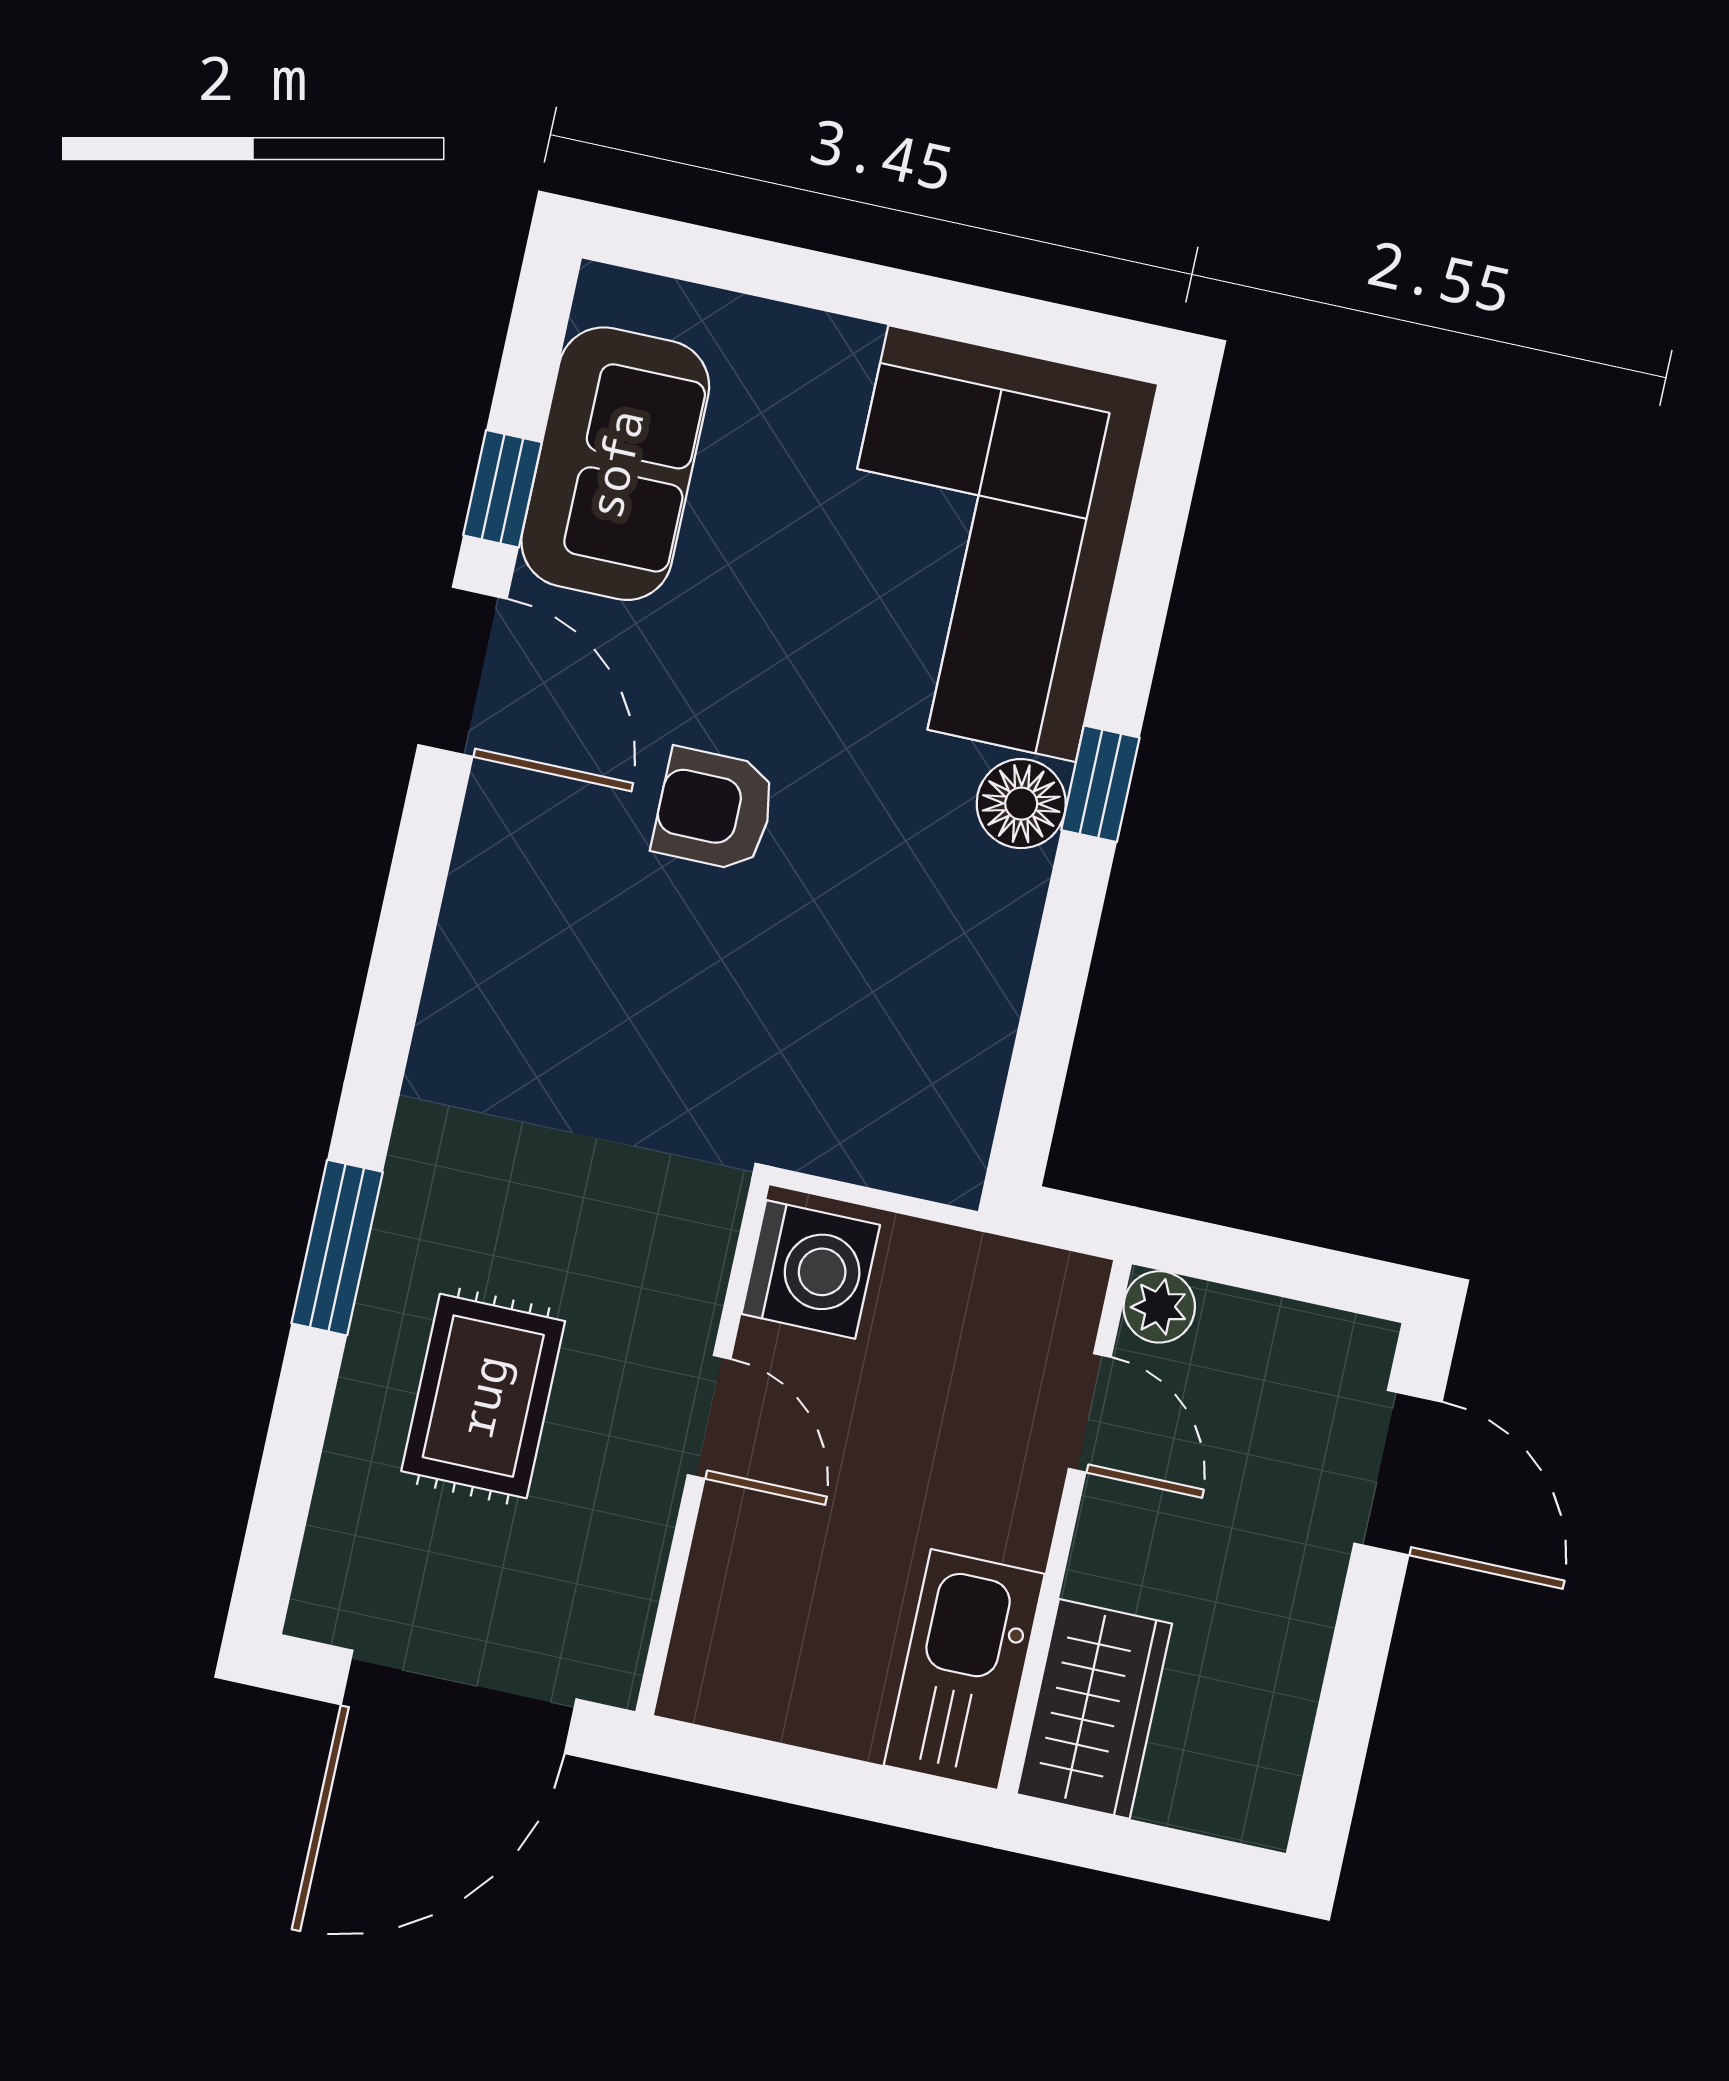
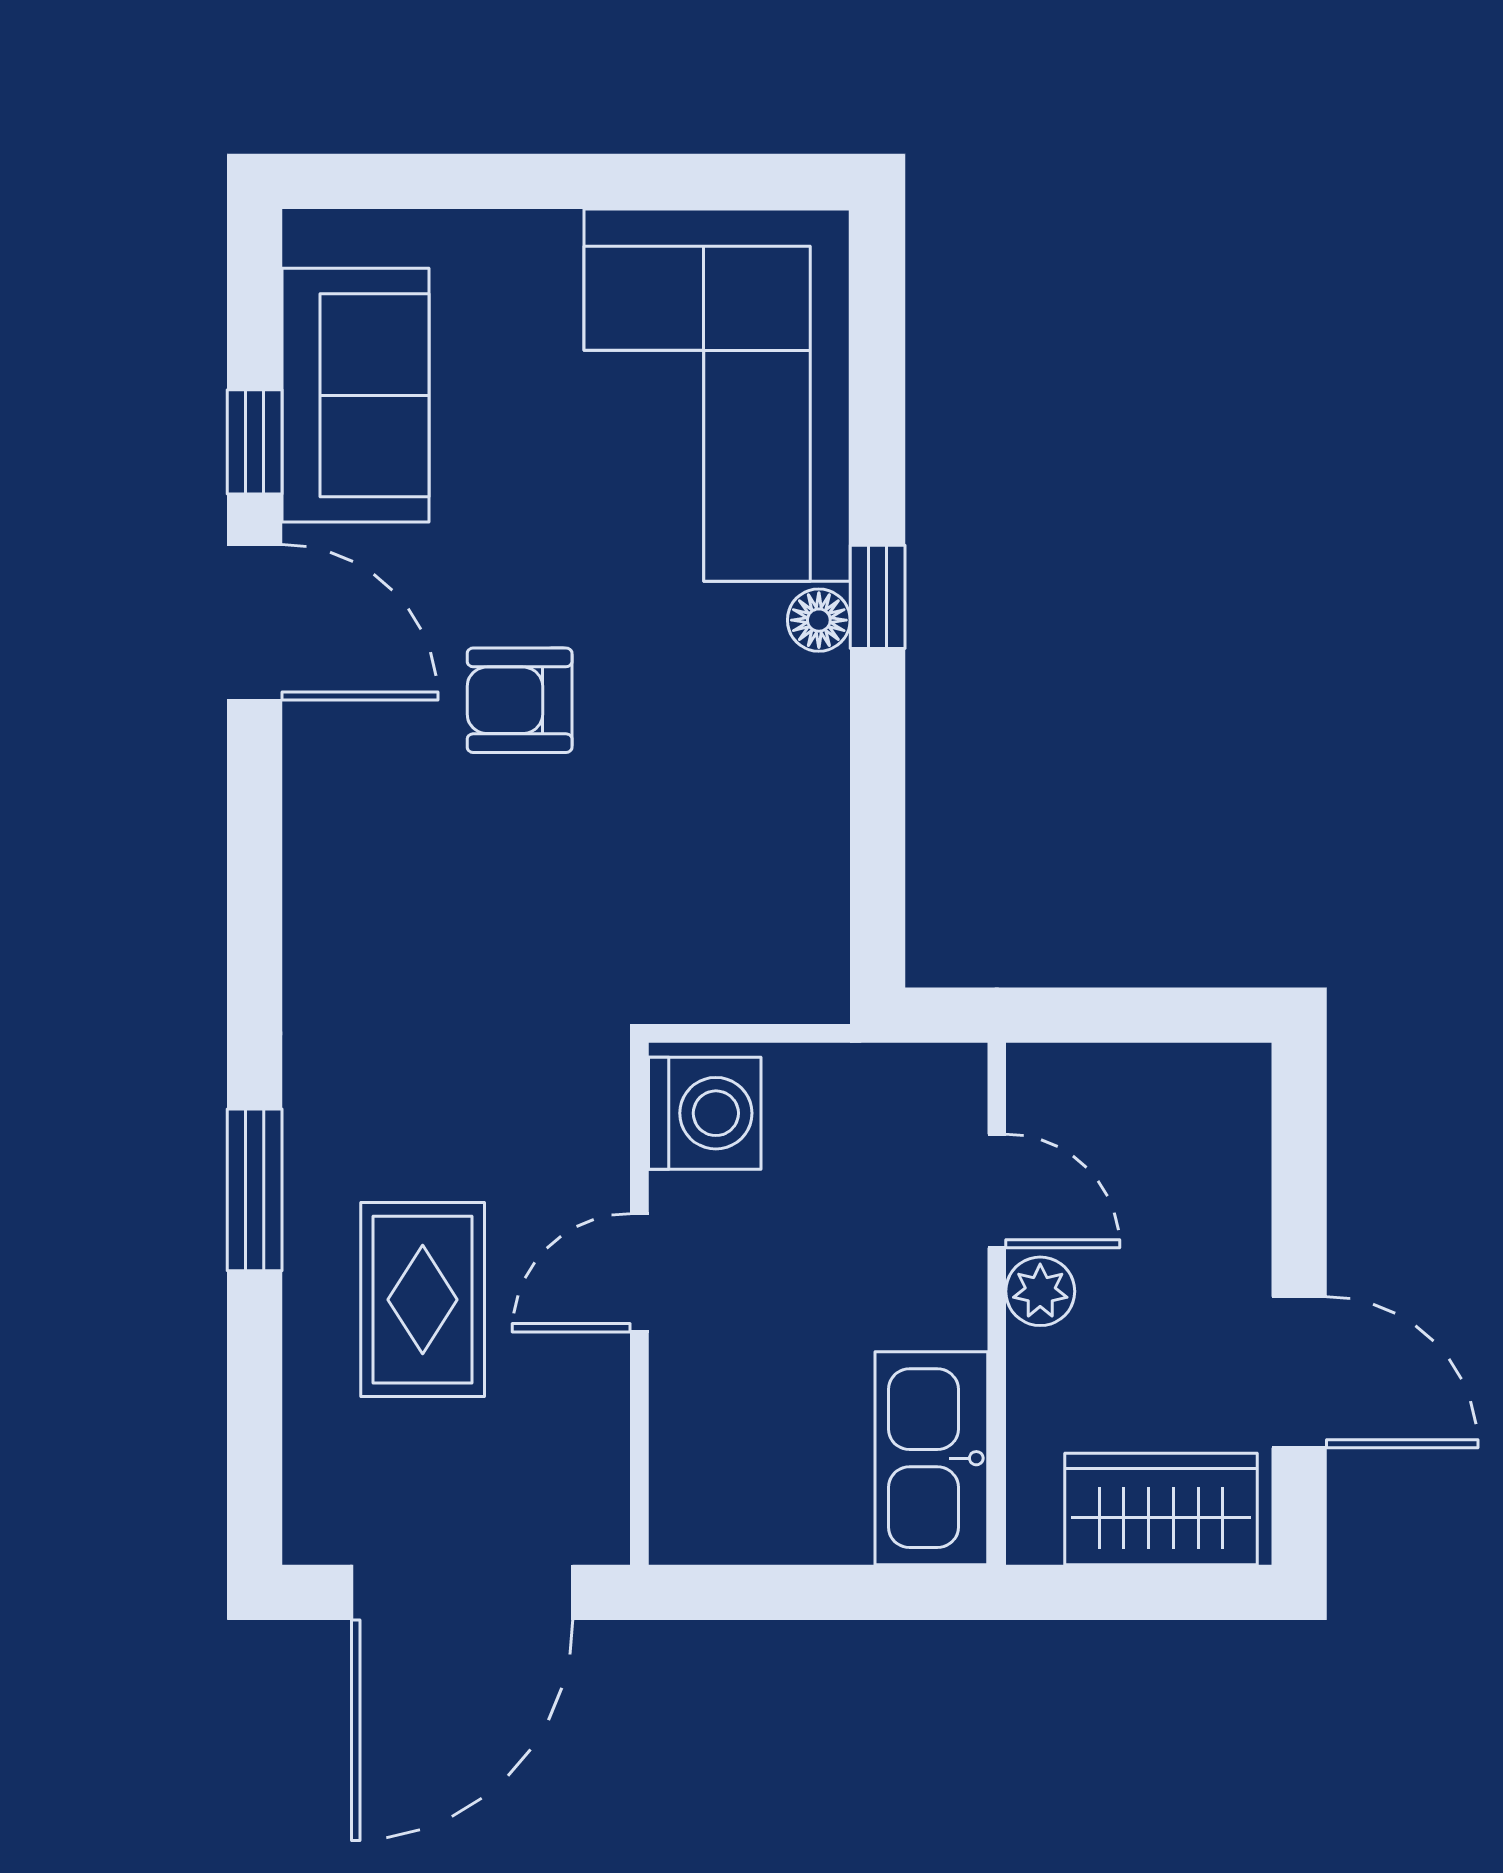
floor lamp: (1021, 804) -> (819, 620), width x0.73, depth x0.73
plant: (1159, 1307) -> (1040, 1291), moved
door: (709, 1417) -> (639, 1273), swing flipped
door: (1398, 1473) -> (1299, 1372), moved
wardrobe: (1094, 1709) -> (1161, 1509), moved, turned -90

